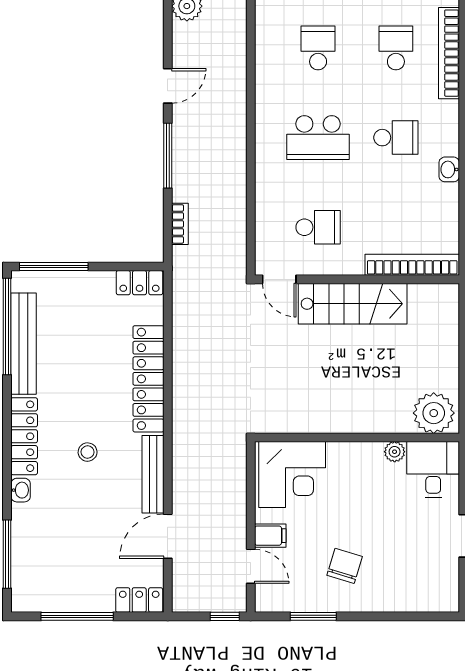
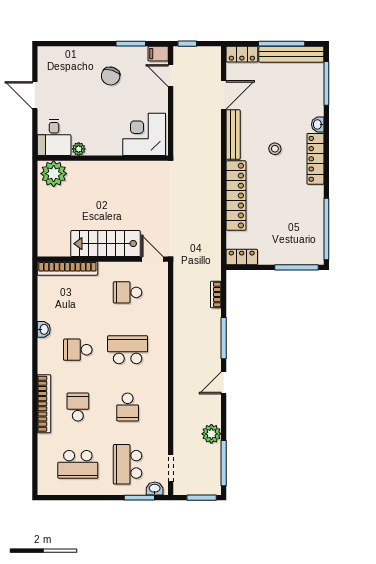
school desk: (396, 48) -> (78, 407), turned 180
bench: (24, 344) -> (291, 54), moved, turned 90
filing cabinet: (270, 536) -> (158, 54), moved

